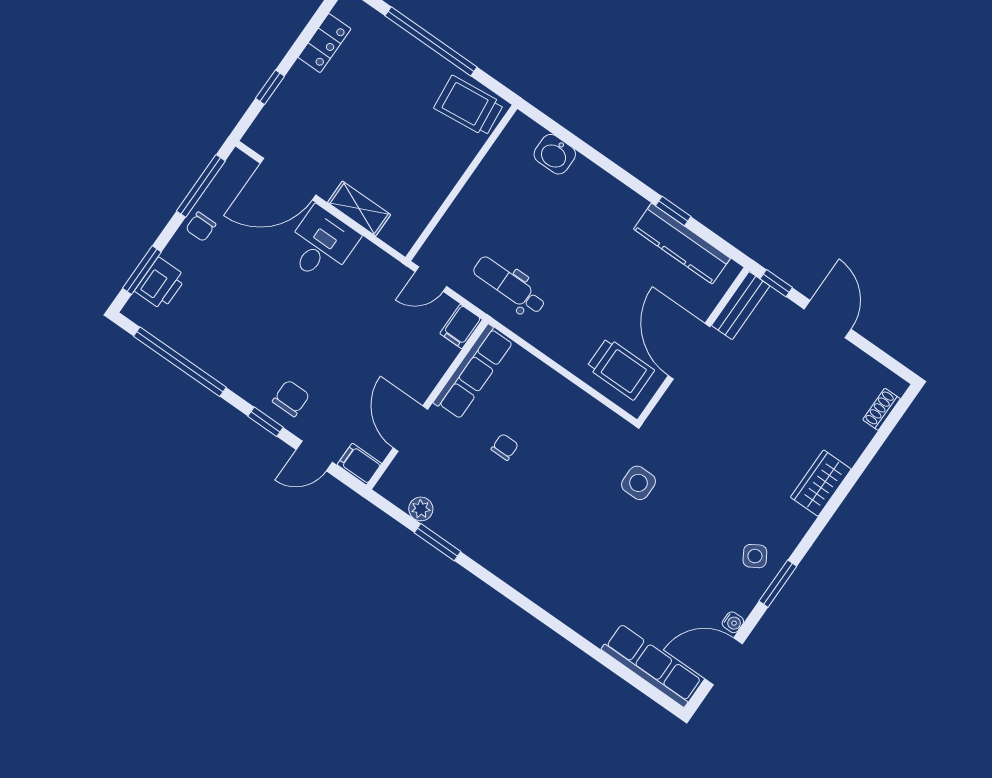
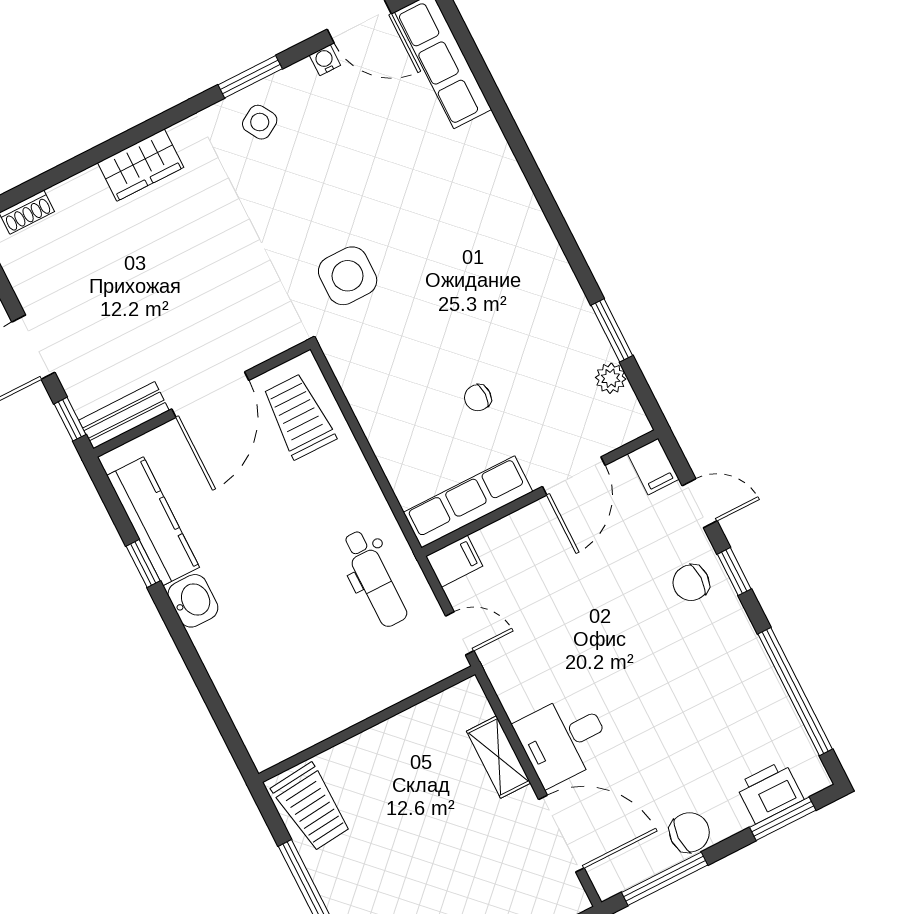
washbasin: (555, 154) -> (193, 601), moved
chair: (201, 227) -> (689, 832), width x1.37, depth x1.37
side table: (638, 483) -> (348, 276), width x1.37, depth x1.37

